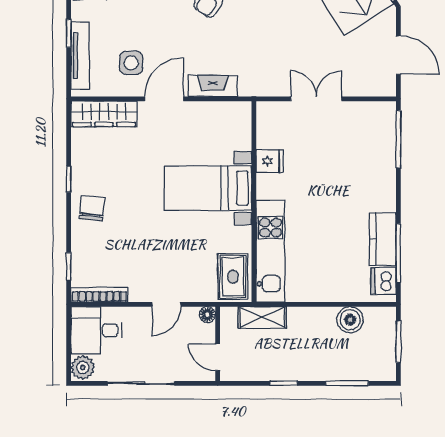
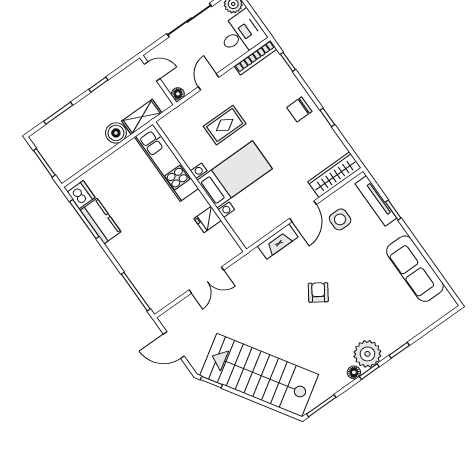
chair: (92, 208) -> (299, 109), turned 84
rug: (233, 277) -> (225, 125), moved, turned 90
boiler: (350, 320) -> (116, 133), moved

